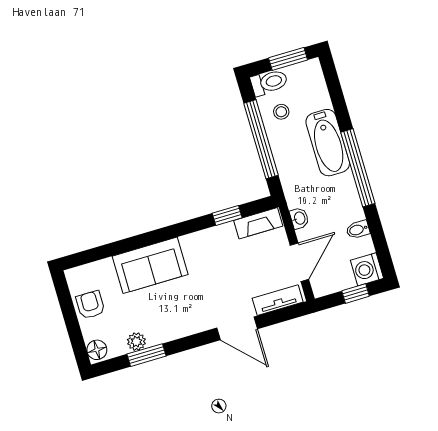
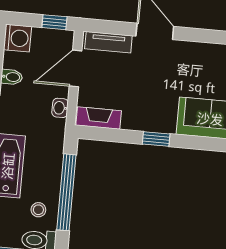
window: (227, 215) -> (156, 139), moved
window: (356, 294) -> (54, 22), moved

